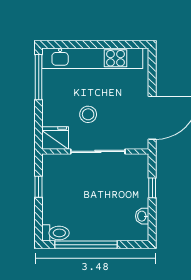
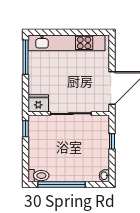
stool: (88, 114) -> (63, 85), removed
window: (39, 187) -> (26, 129), moved
washbasin: (142, 216) -> (104, 176), moved

